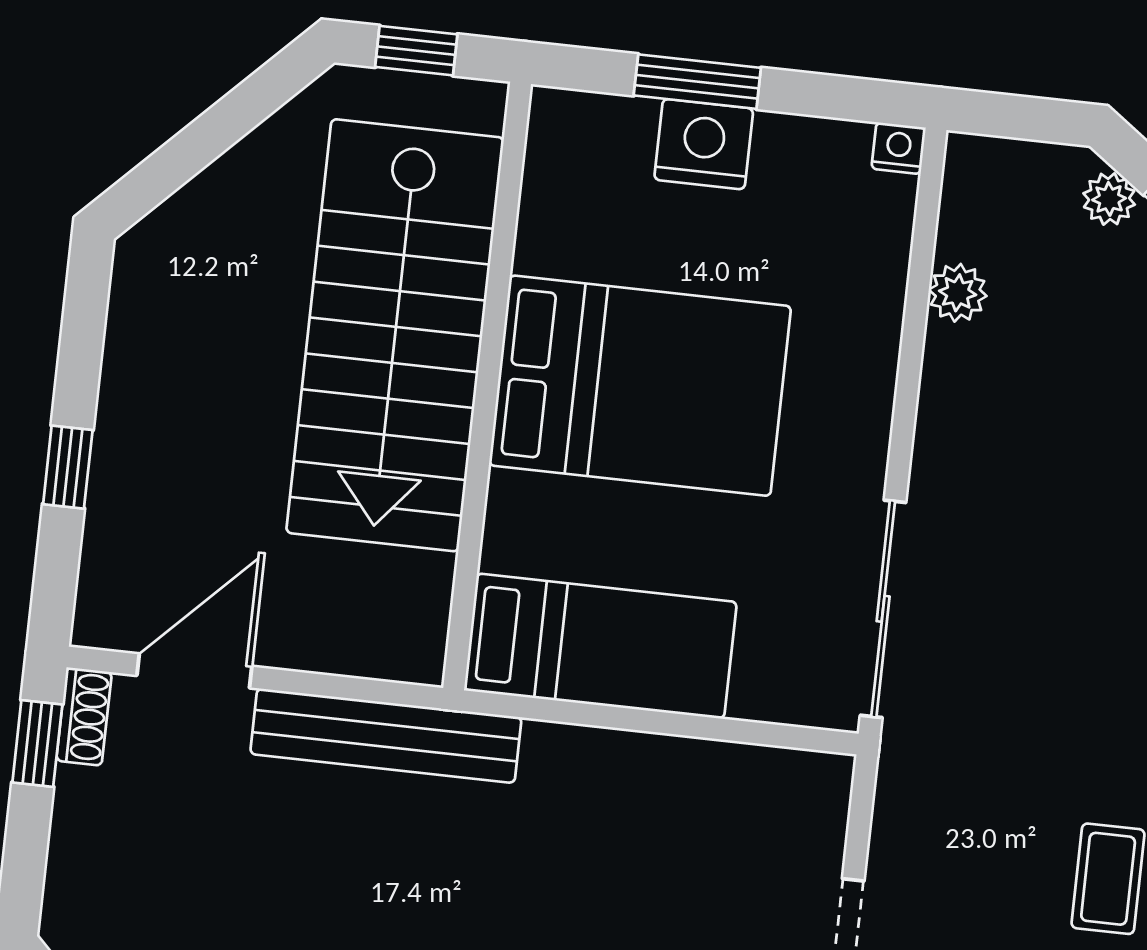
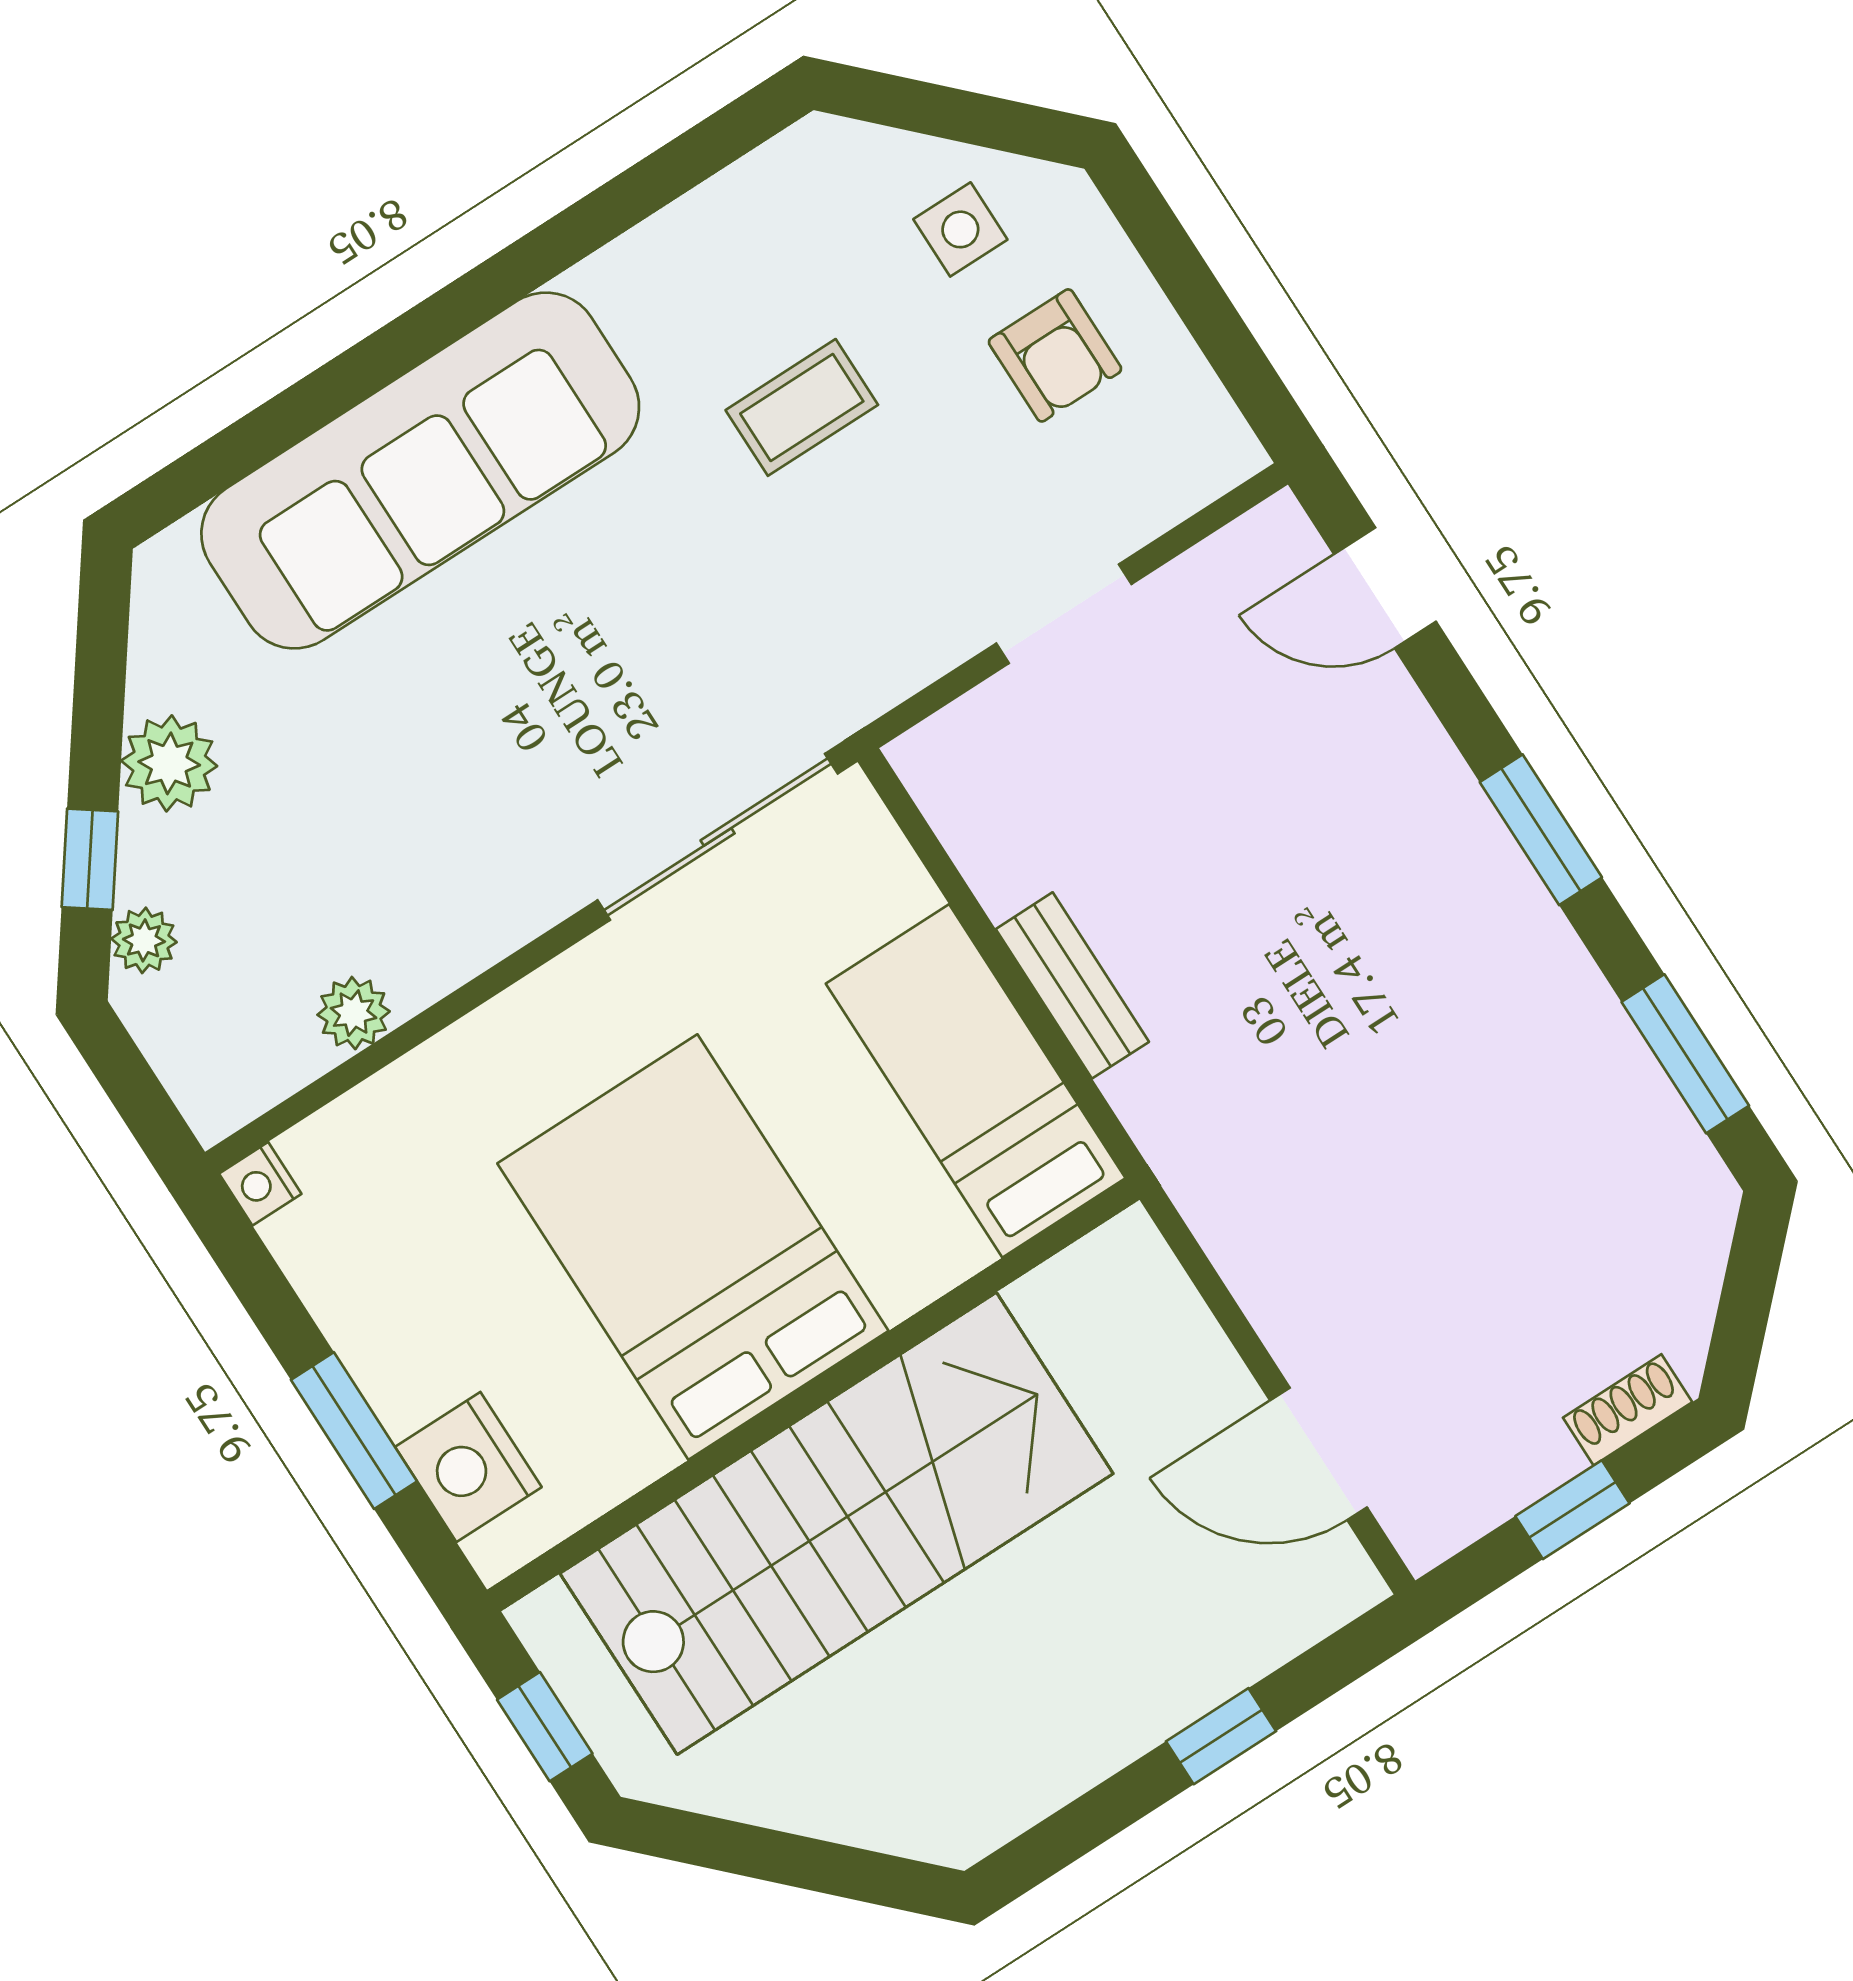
nightstand: (704, 144) -> (468, 1467), moved
shoe rack: (84, 716) -> (1628, 1410), moved
bench: (386, 736) -> (1072, 985), moved, width x0.54, depth x0.82
window: (37, 743) -> (1572, 1510), moved

